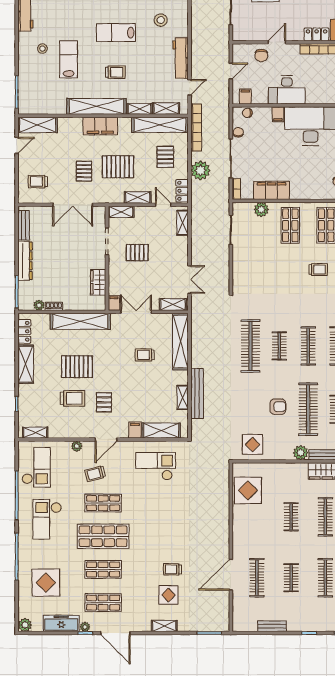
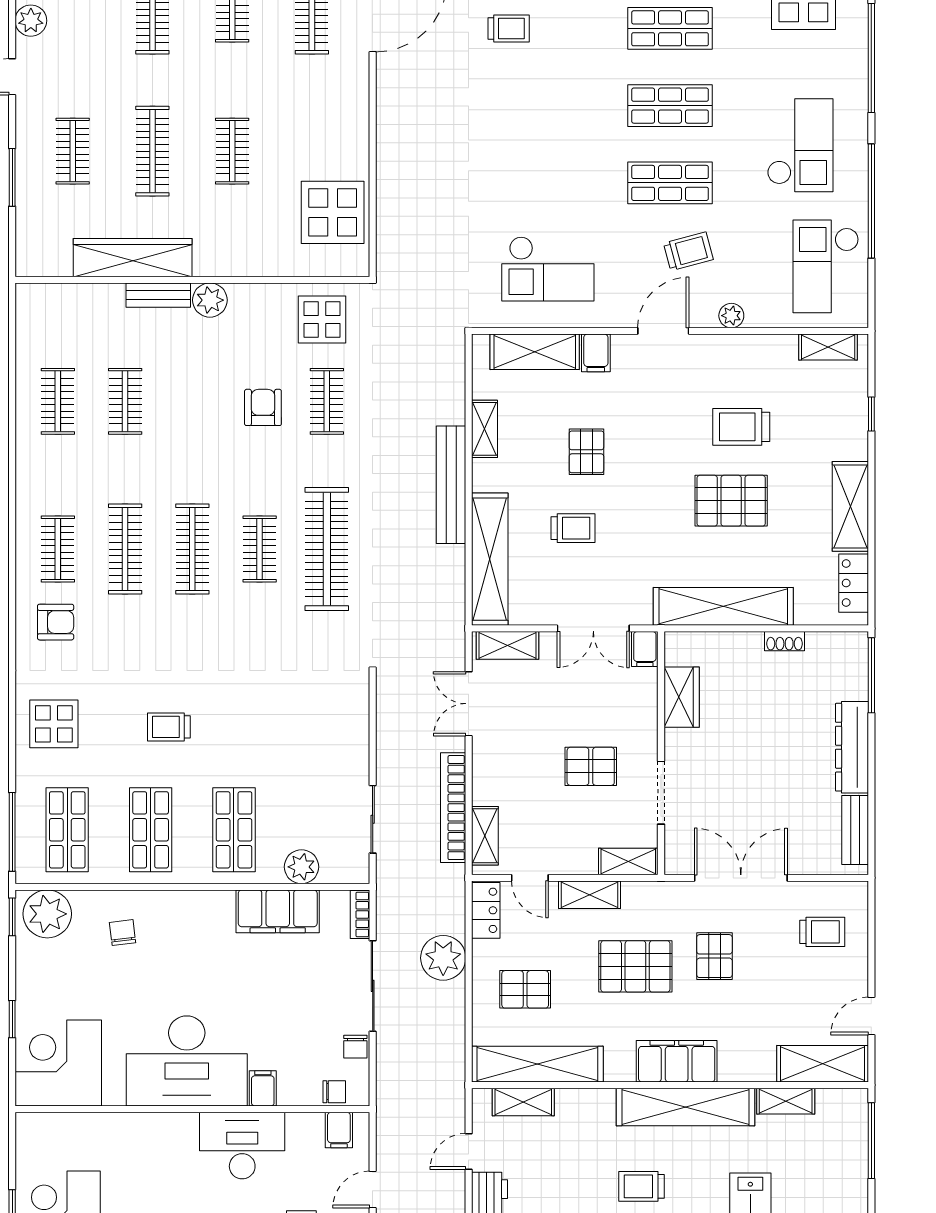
shelving: (140, 109) -> (786, 1101), moved
bookcase: (196, 127) -> (453, 808), moved
pallet: (165, 157) -> (525, 989), turned 90
plant: (39, 305) -> (819, 644), removed
bench: (197, 394) -> (451, 485), moved
pallet: (104, 402) -> (586, 452), moved
armchair: (278, 407) -> (263, 407), turned 90
clothes rail: (308, 409) -> (327, 401), moved, width x0.54, depth x0.76
shop shelf: (103, 536) -> (670, 106), width x0.70, depth x0.74

